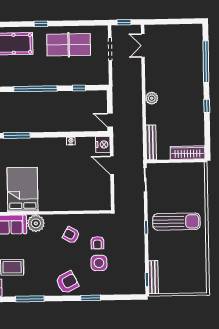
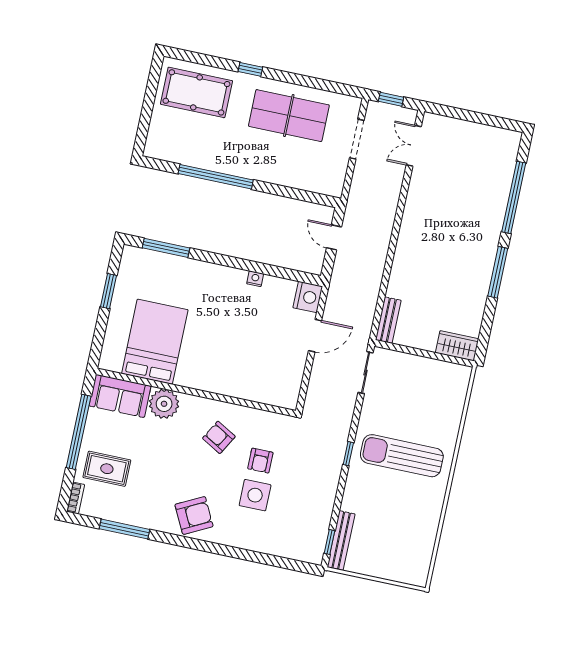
window: (79, 88) -> (289, 192), removed
plant: (152, 98) -> (408, 238), removed
window: (207, 106) -> (498, 272), width x2.17
door: (110, 120) -> (334, 237), moved
bench: (151, 142) -> (388, 320), width x0.73
wardrobe: (188, 153) -> (457, 346), width x0.67
door: (112, 165) -> (315, 336), swing flipped
sun lounger: (176, 222) -> (402, 456), turned 180
window: (91, 298) -> (227, 551), removed

